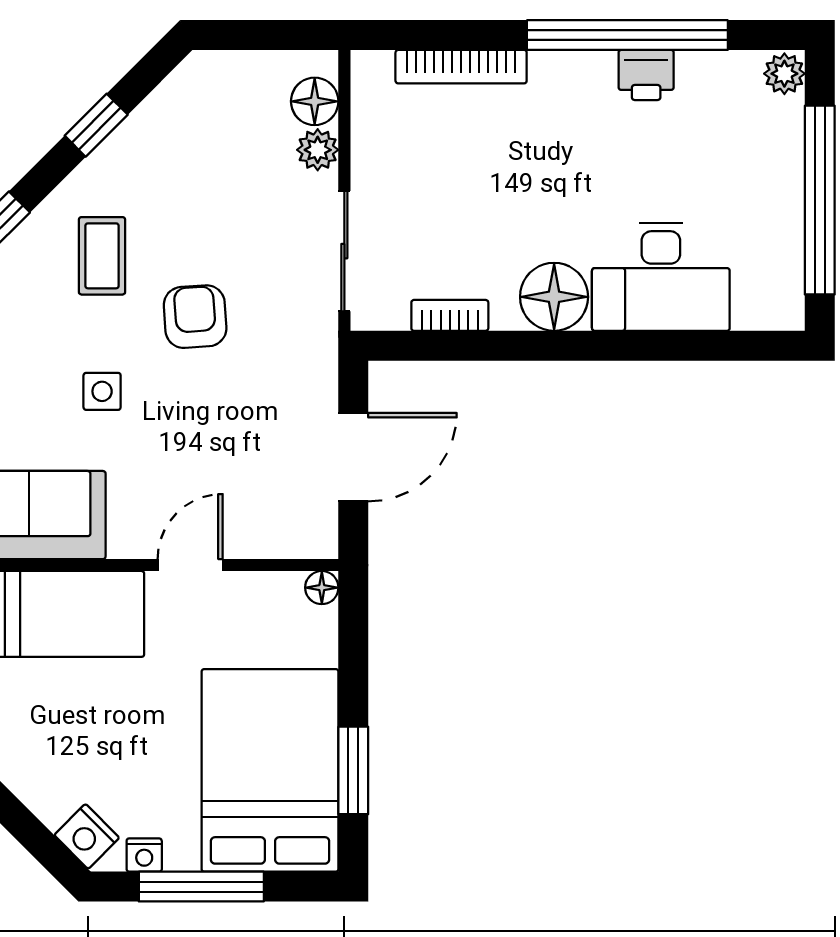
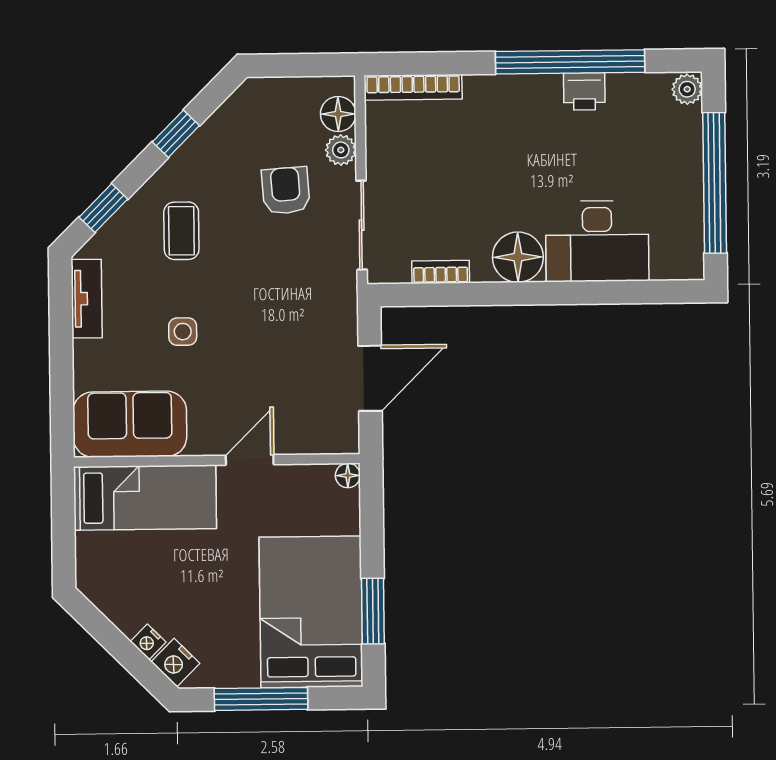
bookcase: (461, 67) -> (413, 87), moved
armchair: (195, 317) -> (286, 191), moved
nightstand: (144, 855) -> (148, 642), moved, turned 45

